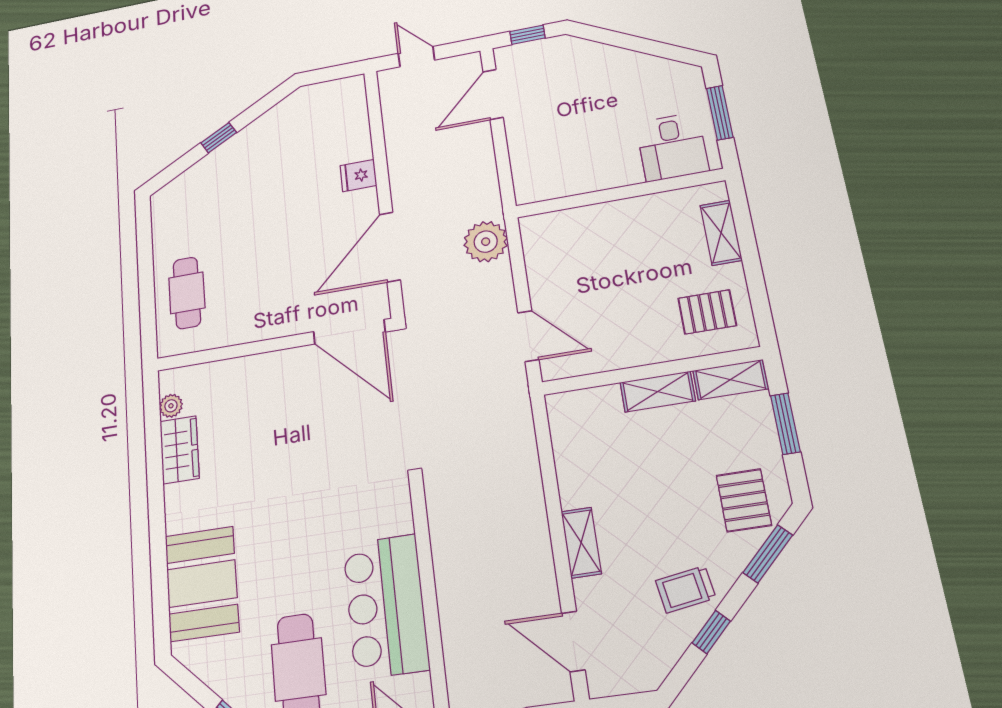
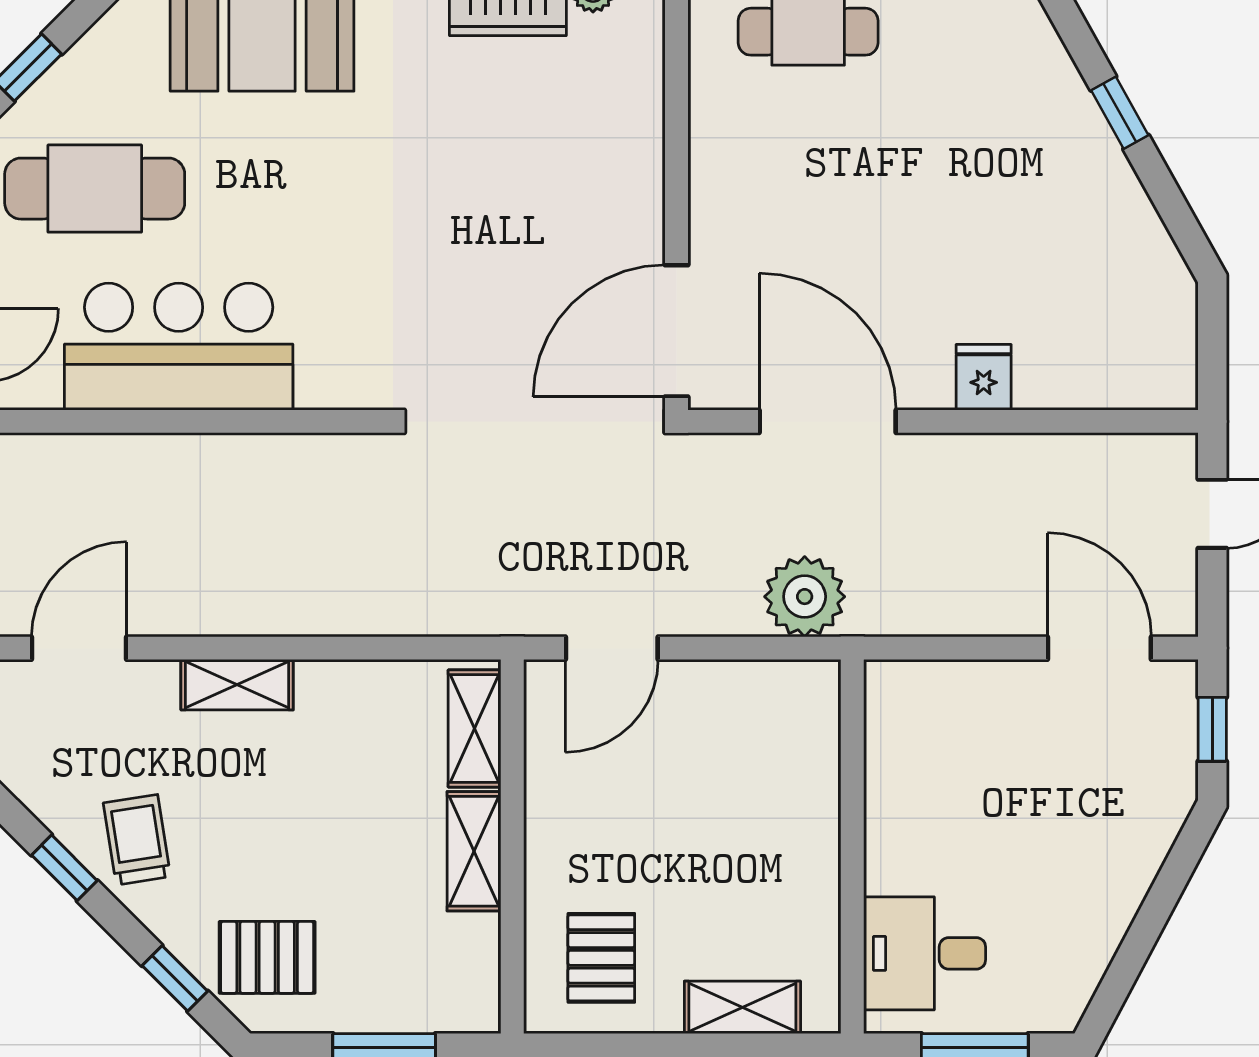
shelving: (730, 380) -> (475, 728), moved
window: (768, 554) -> (175, 978), width x0.67

